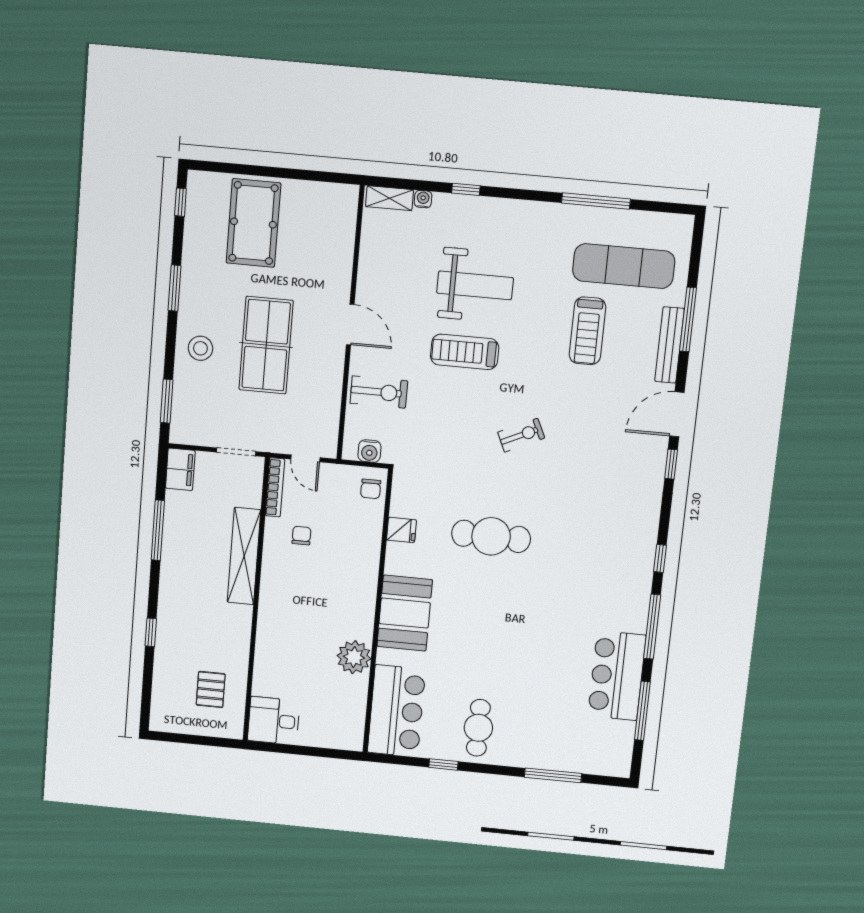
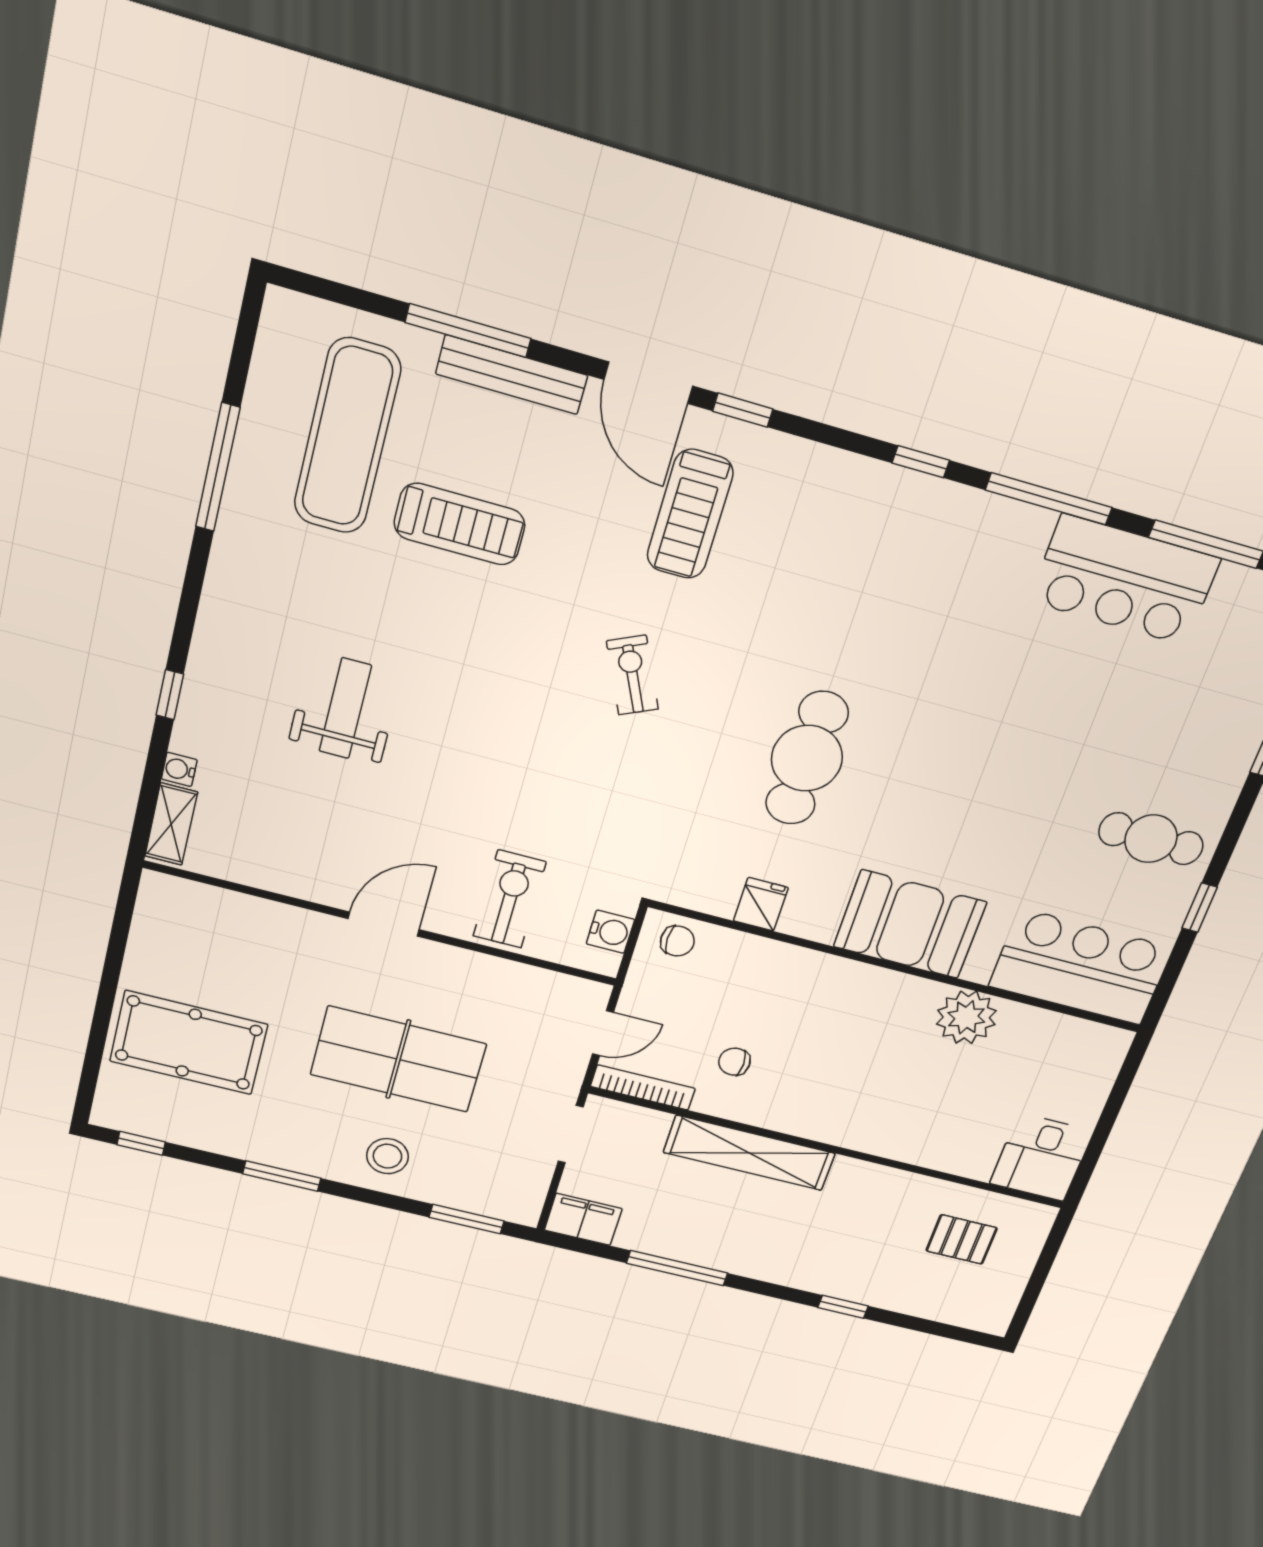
weight bench: (475, 285) -> (345, 708), width x0.73, depth x0.75
treadmill: (465, 352) -> (690, 514), moved

